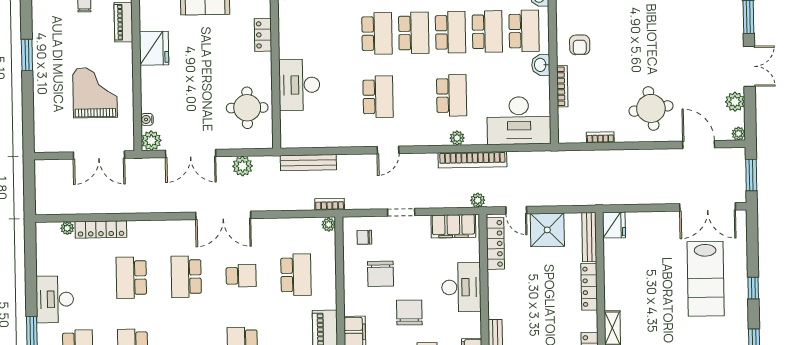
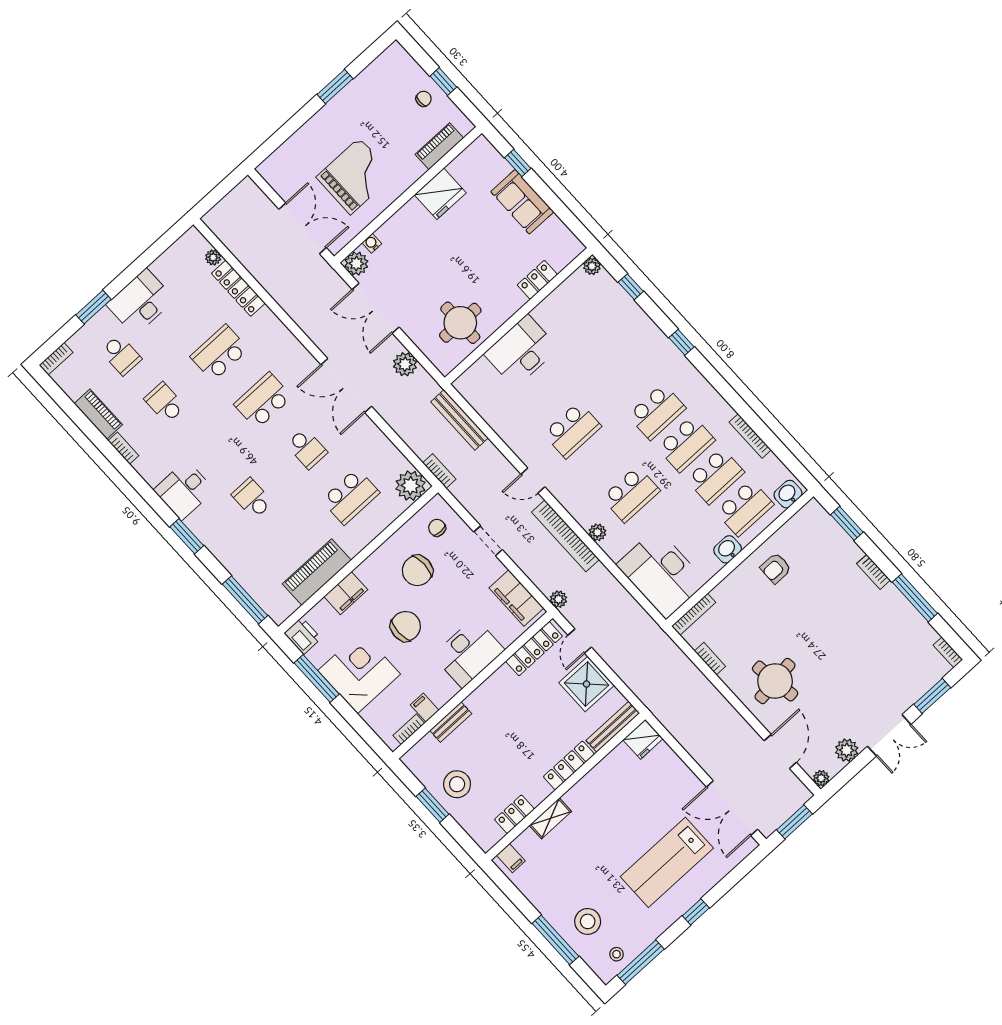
school desk: (377, 33) -> (627, 380), removed
bookcase: (562, 86) -> (694, 614), moved
double door: (99, 155) -> (303, 228), swing flipped
bookcase: (472, 160) -> (565, 536), moved
plant: (329, 225) -> (411, 486), width x1.87, depth x1.87

